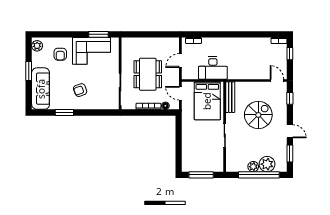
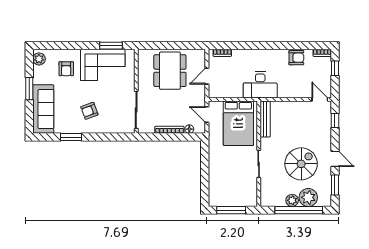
armchair: (257, 45) -> (296, 58), added
desk: (213, 68) -> (260, 85), moved
dining table: (148, 74) -> (170, 71), moved
spiral stairs: (258, 115) -> (301, 164), moved

